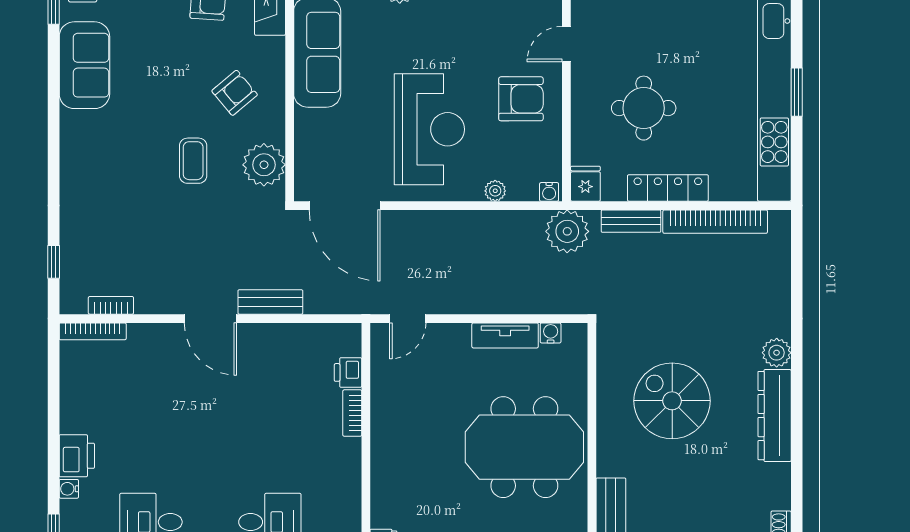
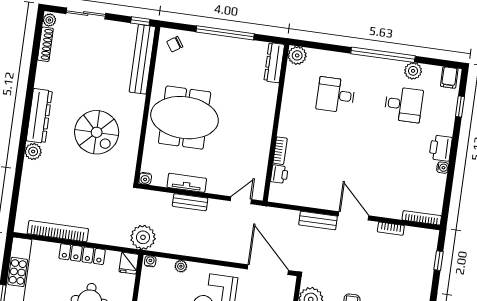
bench: (631, 221) -> (190, 202), moved
bookcase: (111, 305) -> (391, 229), moved
water cooler: (551, 333) -> (145, 179), moved
water cooler: (69, 489) -> (443, 168), moved

